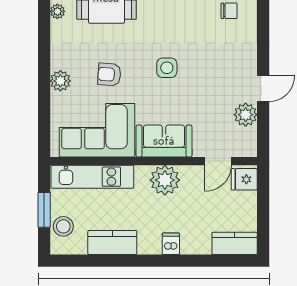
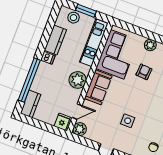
side table: (167, 68) -> (128, 121), moved
plant: (246, 115) -> (80, 129), moved
door: (218, 161) -> (77, 112), swing flipped
dishwasher: (171, 244) -> (48, 58), moved
window: (196, 261) -> (29, 80), added

